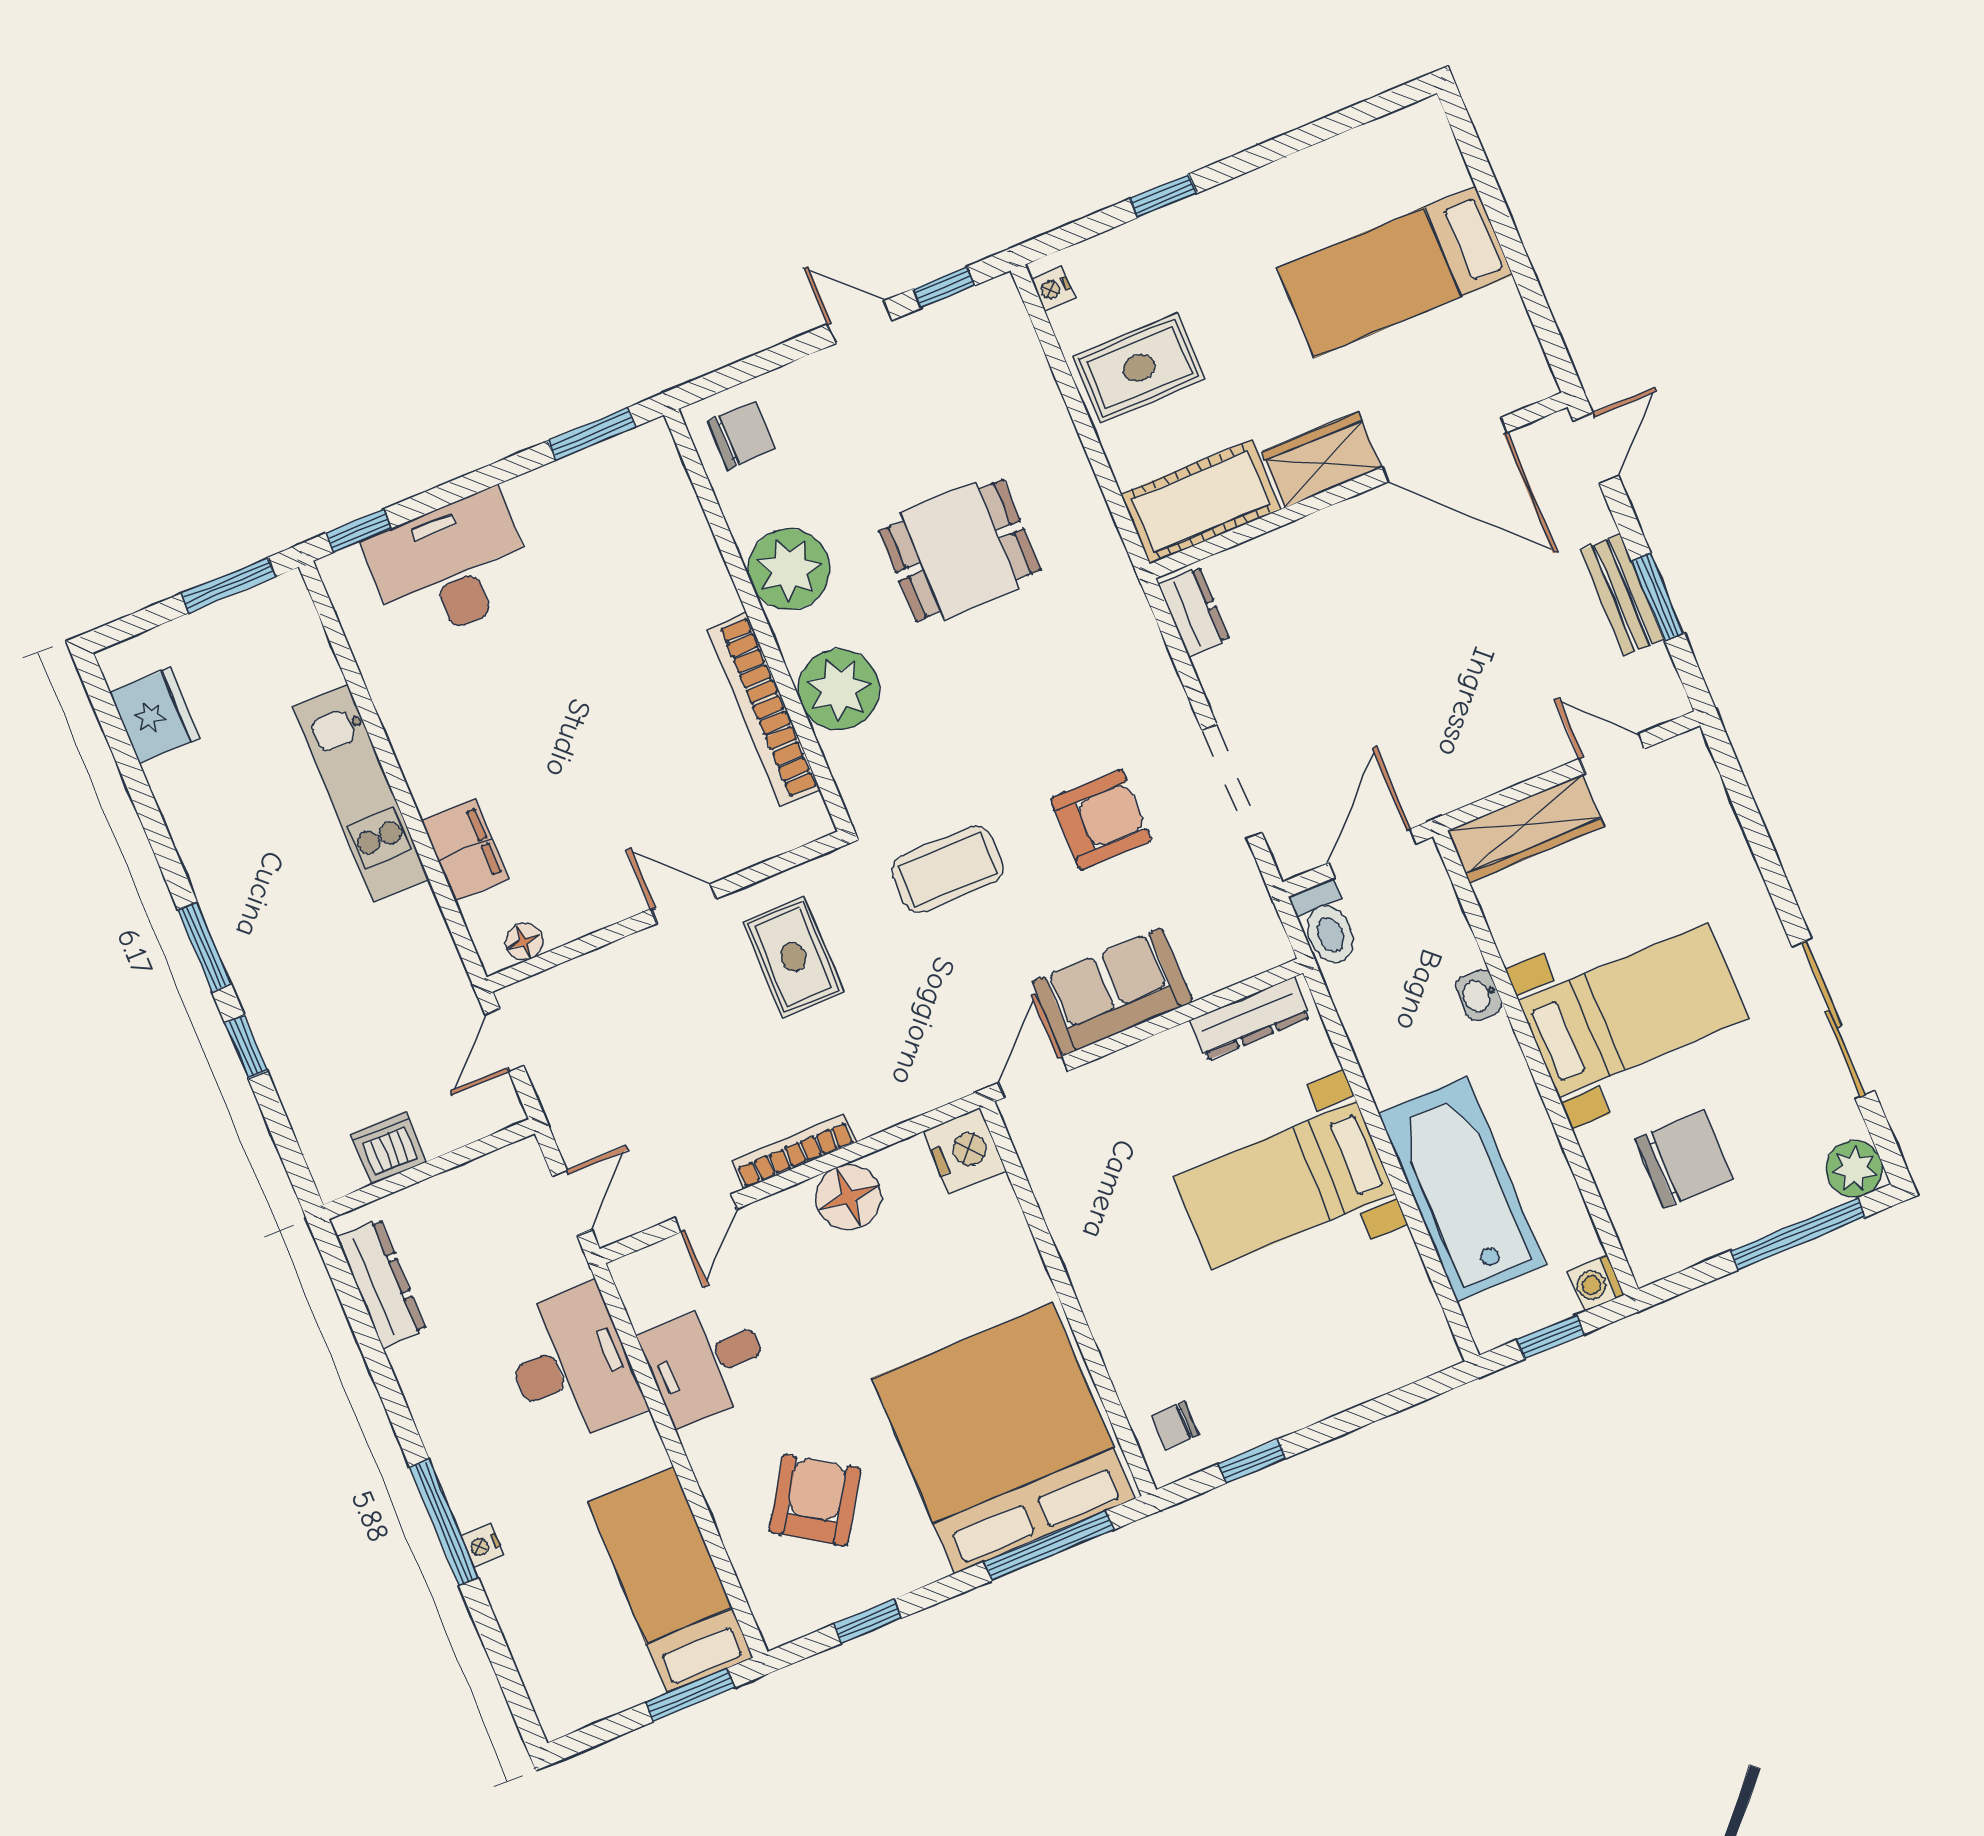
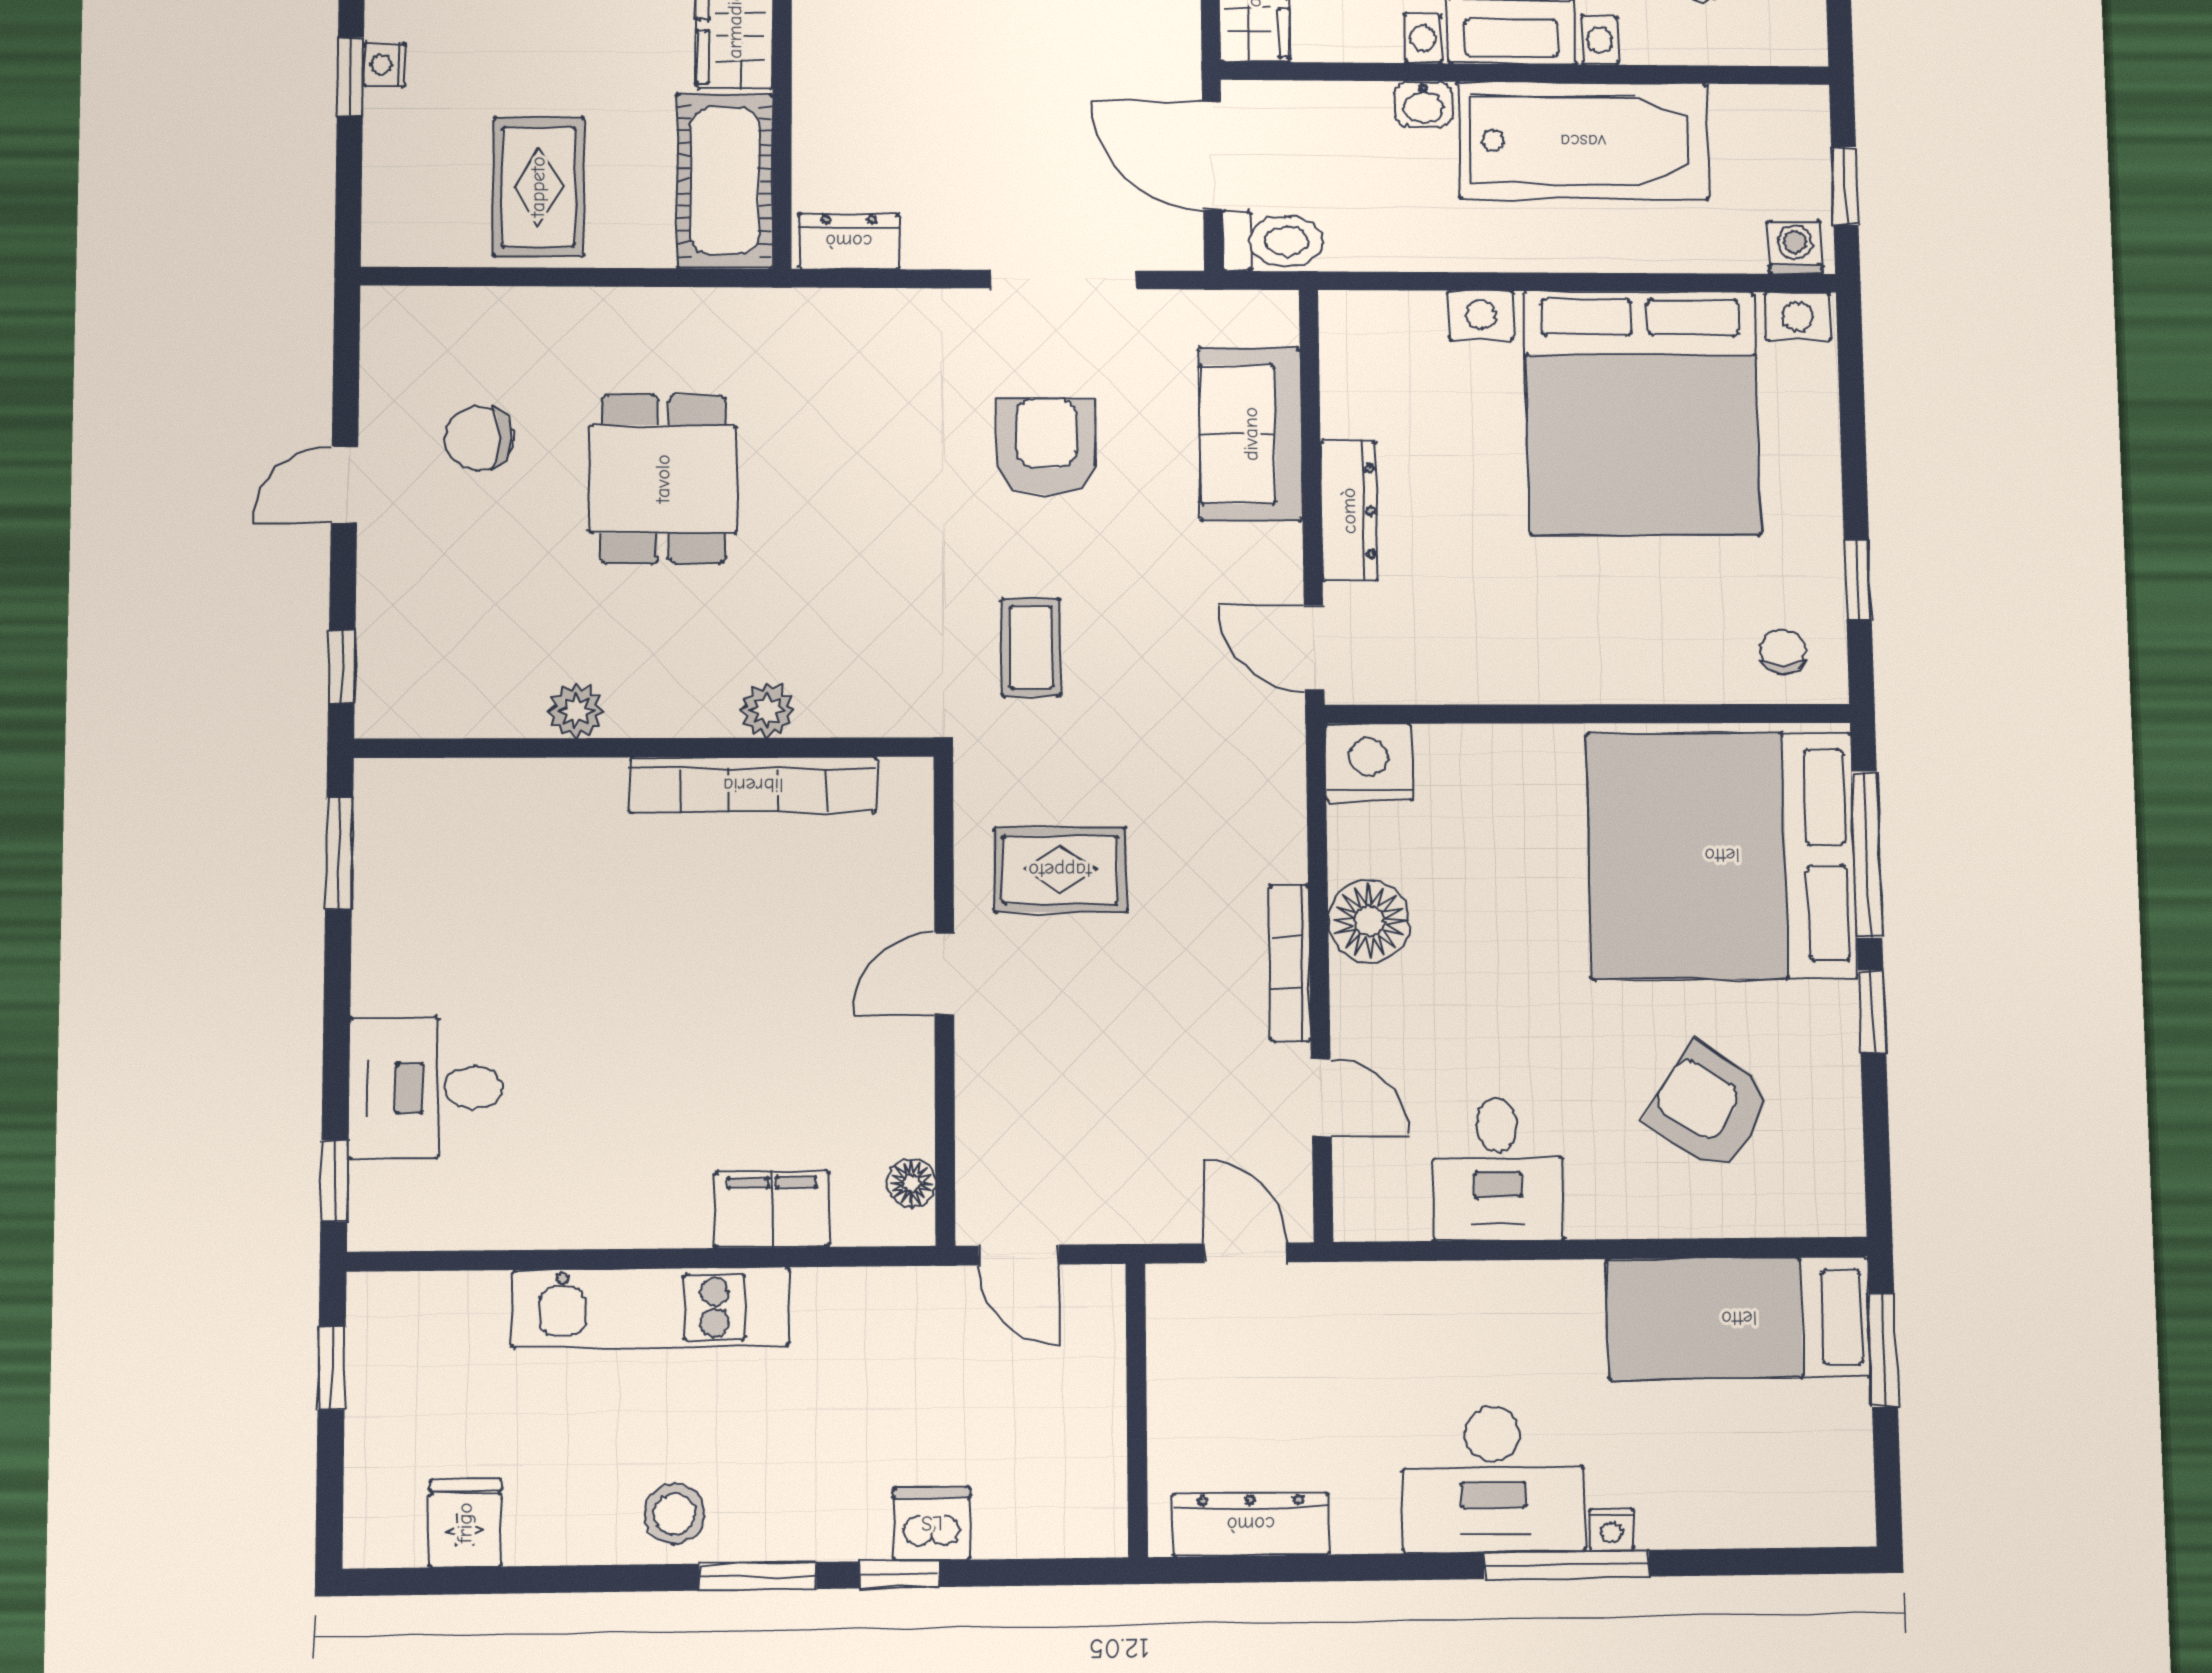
window: (944, 287) -> (342, 667), moved
nightstand: (1053, 289) -> (384, 65), moved, turned 90
chair: (742, 435) -> (479, 438), moved, turned -90
desk: (451, 567) -> (426, 1088), width x0.73
plant: (789, 569) -> (576, 711), width x0.53, depth x0.53
window: (228, 585) -> (332, 1368), width x0.67
plant: (839, 689) -> (767, 710), width x0.53, depth x0.53
fridge: (155, 715) -> (465, 1523), width x0.72
coffee table: (947, 869) -> (1031, 647), width x0.73, depth x0.77
stool: (224, 870) -> (674, 1514), added
sofa: (1112, 992) -> (1251, 434), moved
dresser: (1250, 1019) -> (1349, 511), moved
dishwasher: (389, 1148) -> (932, 1523), moved, turned 90
bed with nightstands: (1284, 1185) -> (1642, 413), width x1.85
bathtub: (1462, 1189) -> (1583, 141), moved, turned 180
washing machine: (1596, 1283) -> (1795, 247), moved, turned 180
desk: (571, 1365) -> (1493, 1479), moved, turned 180
chair: (1175, 1425) -> (1783, 651), turned 180
window: (868, 1621) -> (1872, 1012), moved

